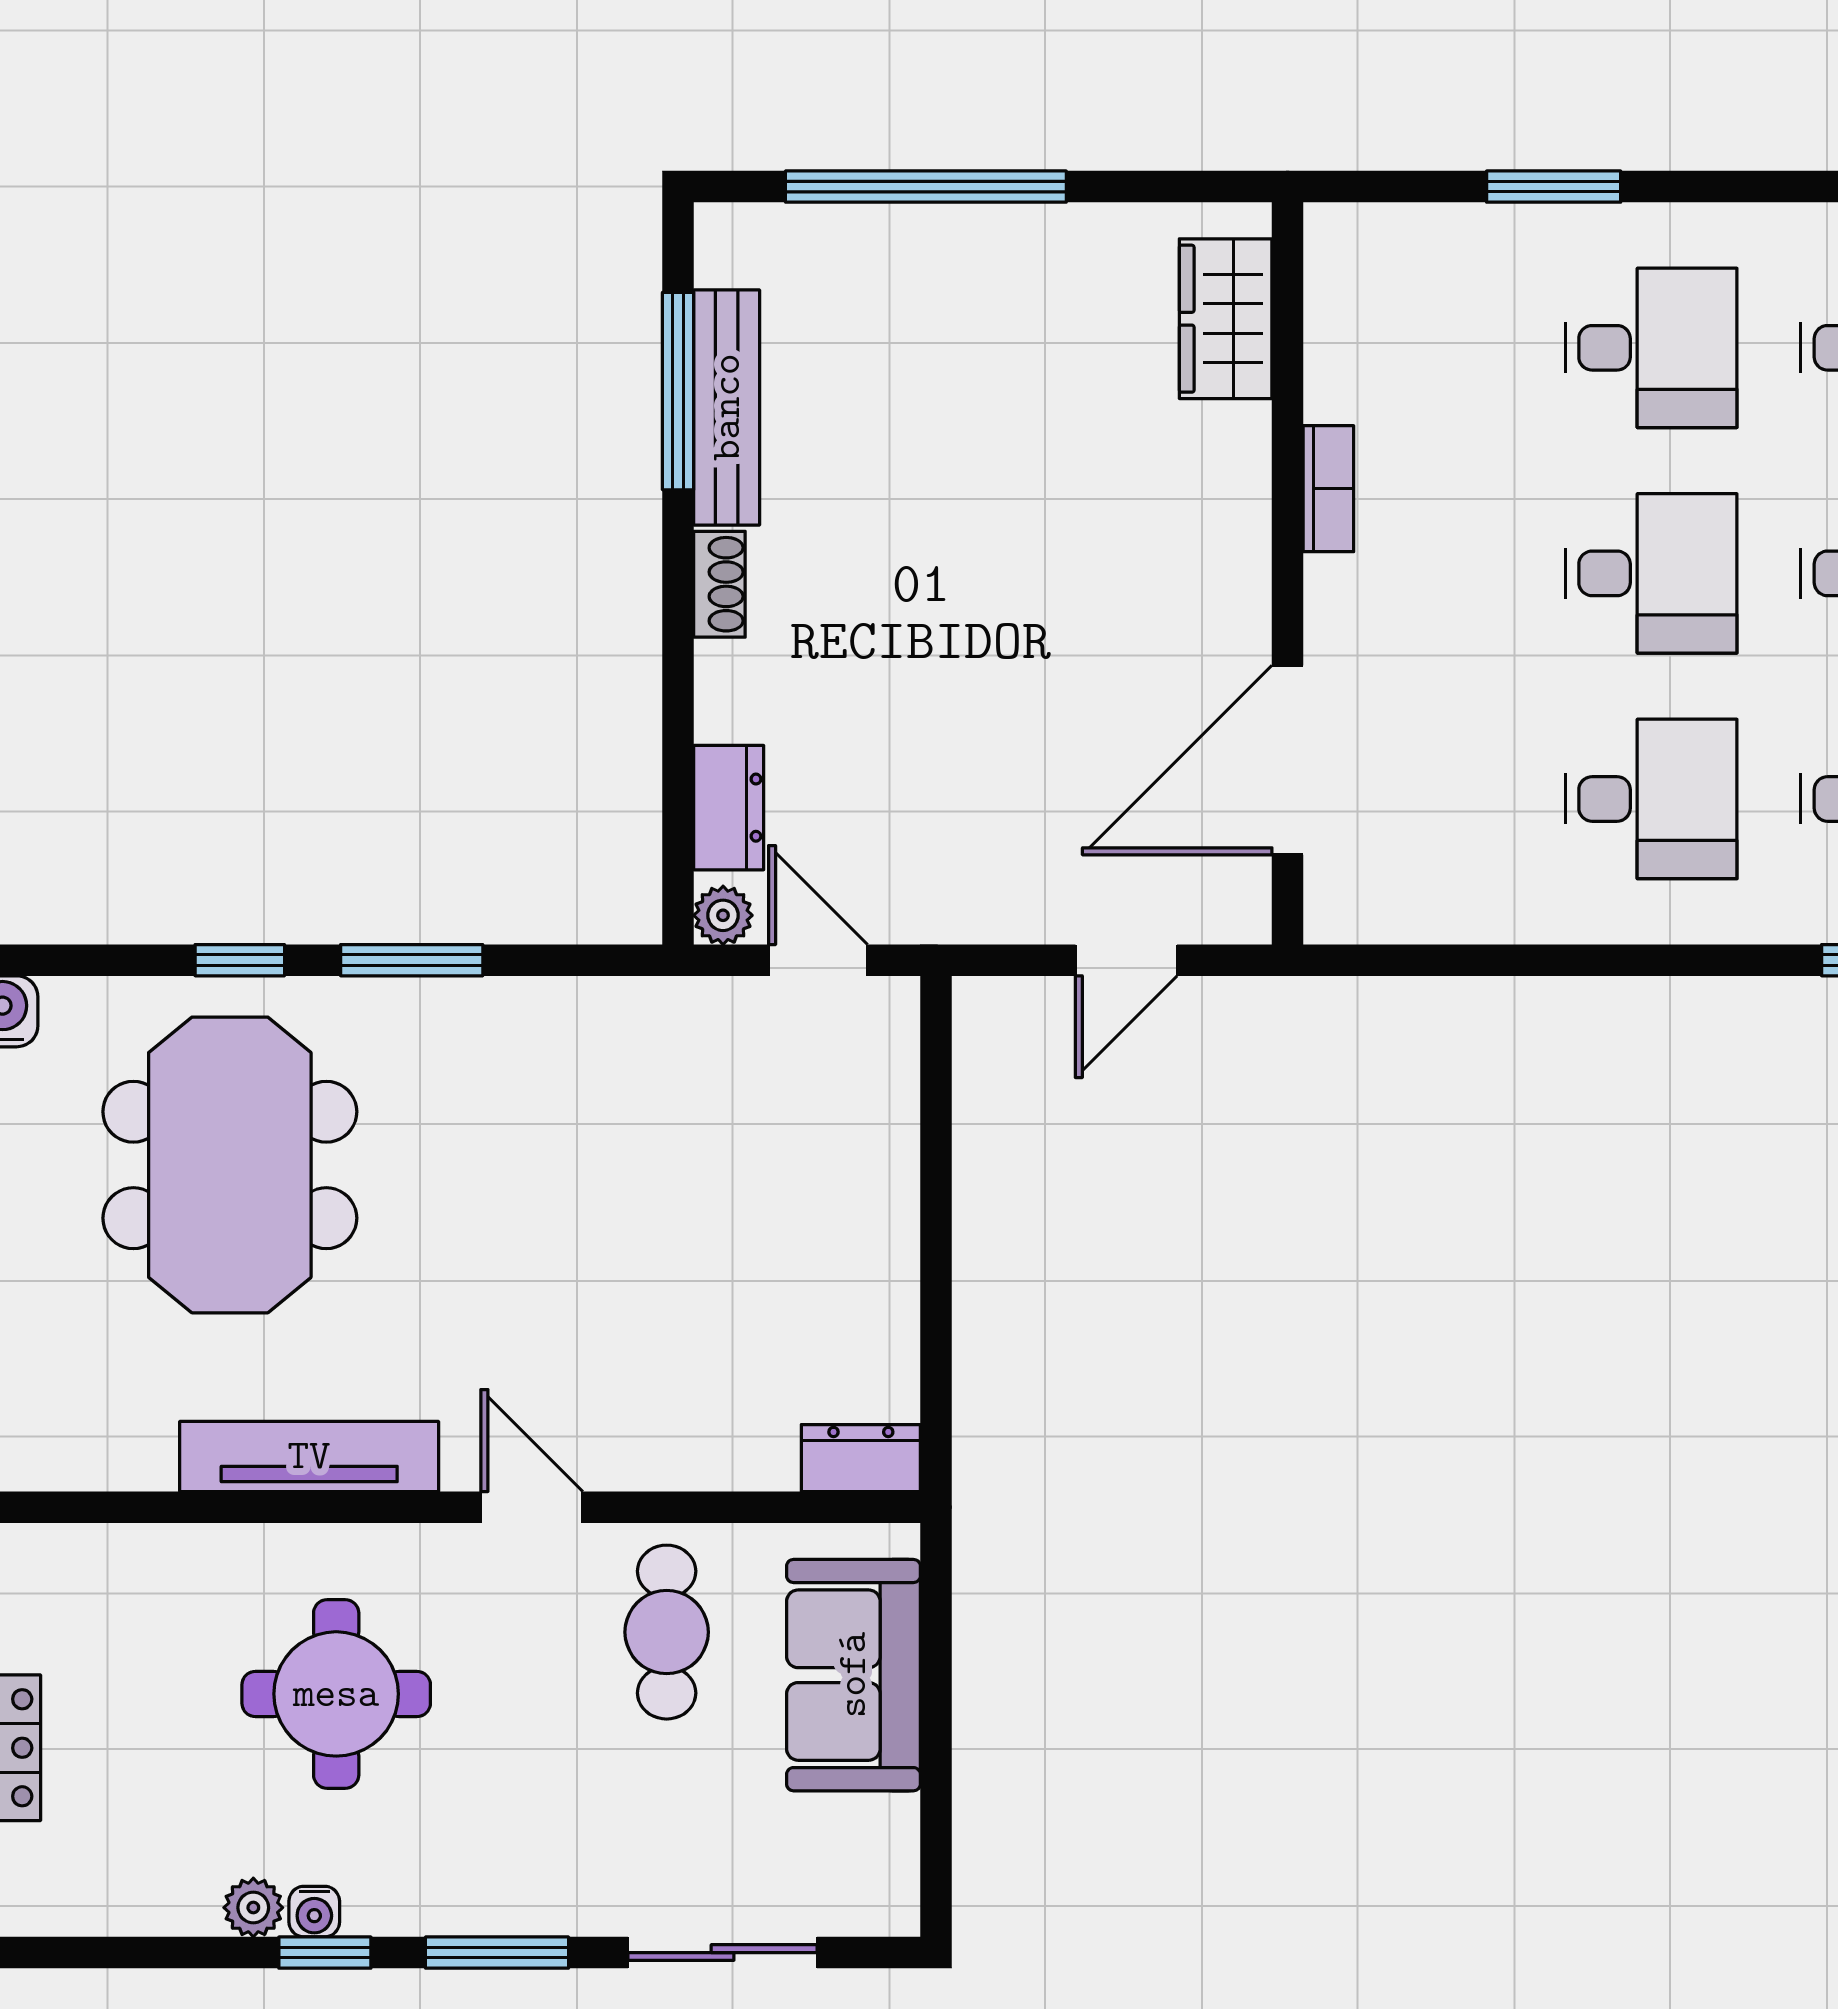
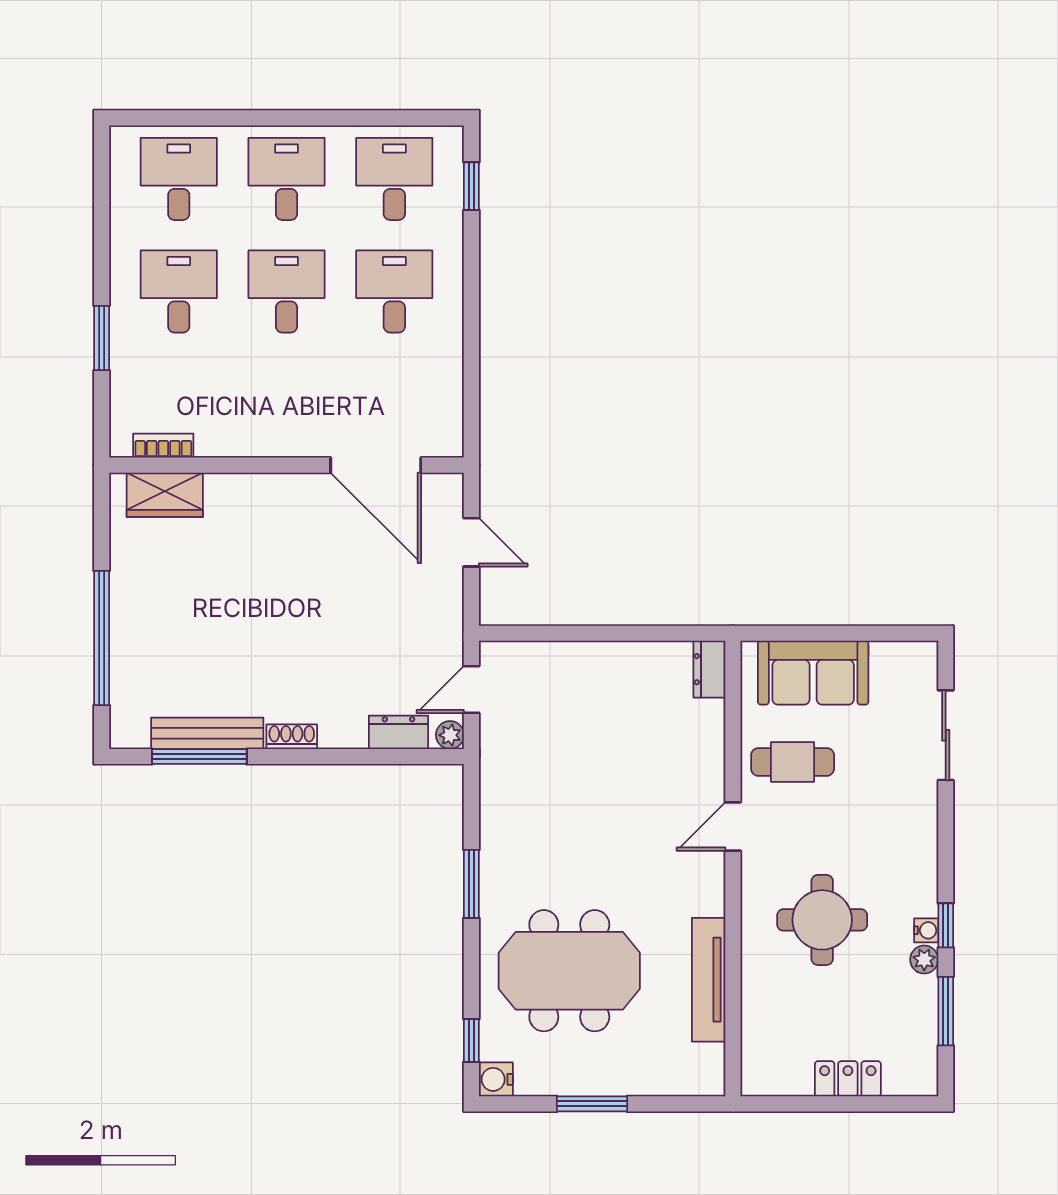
bookcase: (1328, 489) -> (163, 446), moved
window: (240, 960) -> (471, 1040), moved
tv unit: (309, 1456) -> (709, 980), moved
window: (497, 1953) -> (946, 1011), moved

